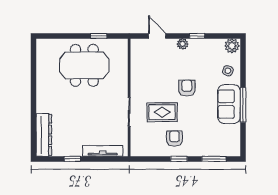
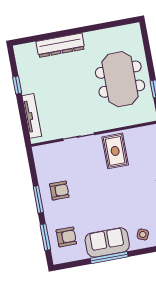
armchair: (187, 88) -> (66, 237), moved
rug: (162, 112) -> (115, 151), moved
dresser: (44, 135) -> (60, 45), moved
window: (179, 159) -> (38, 199), width x1.50

